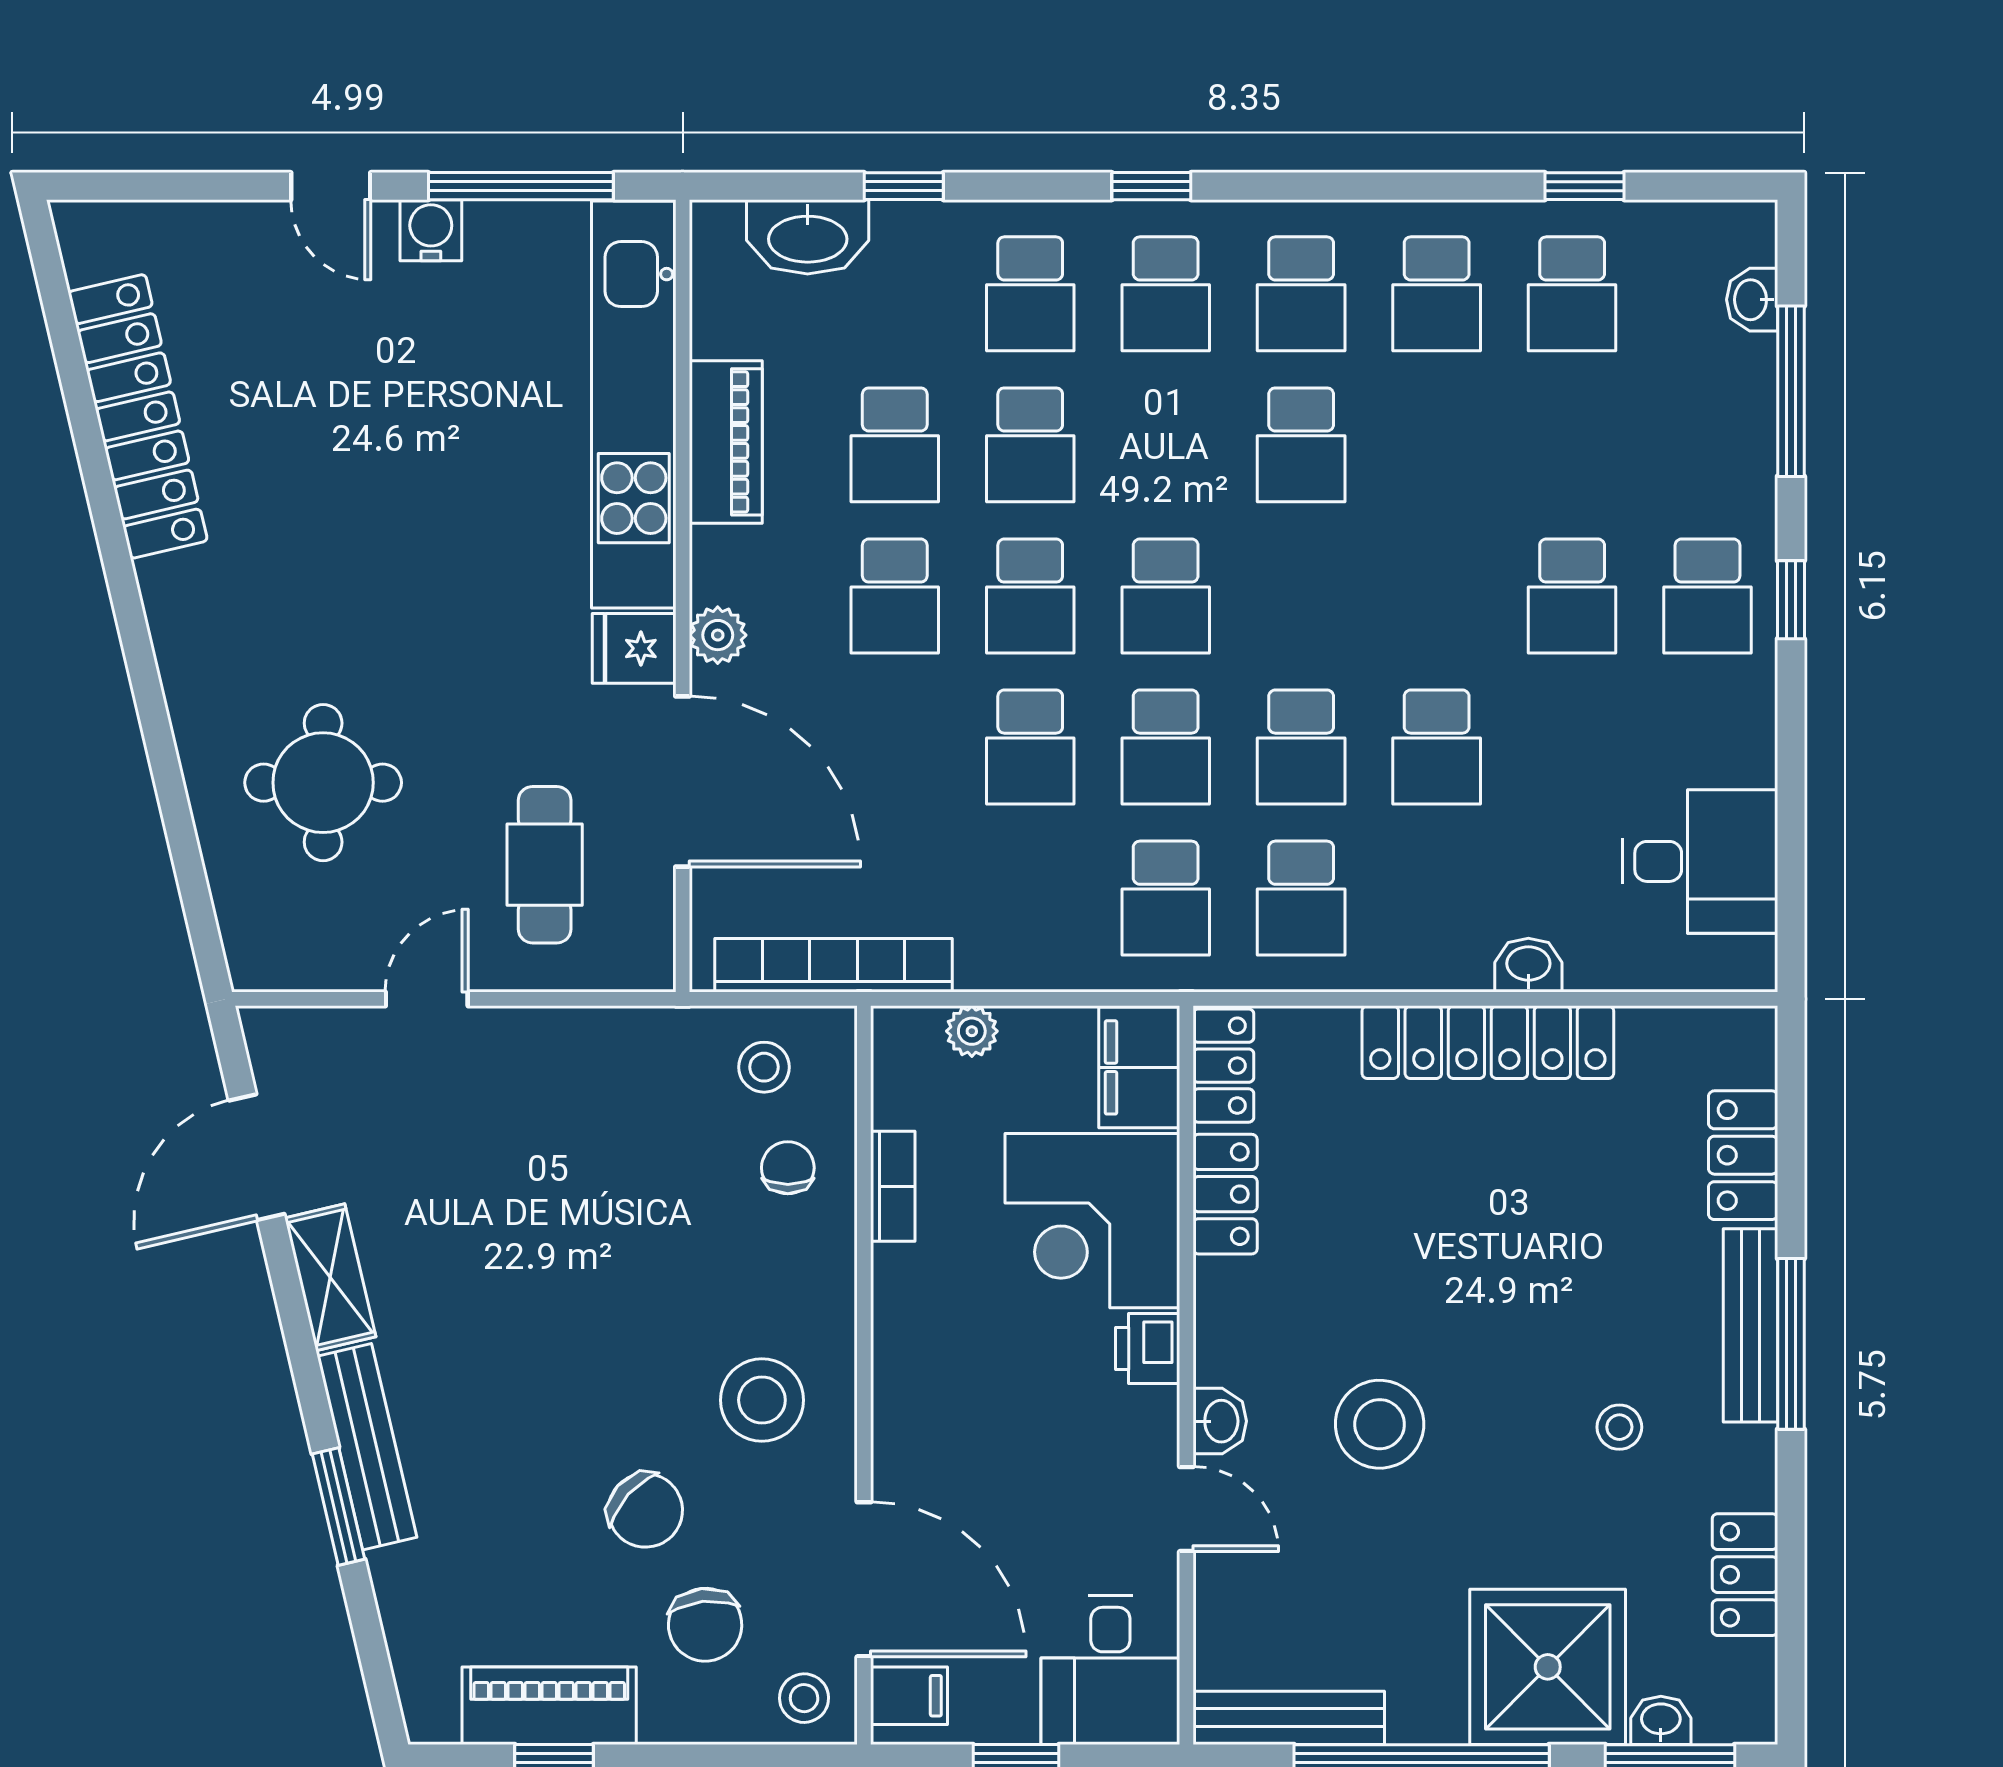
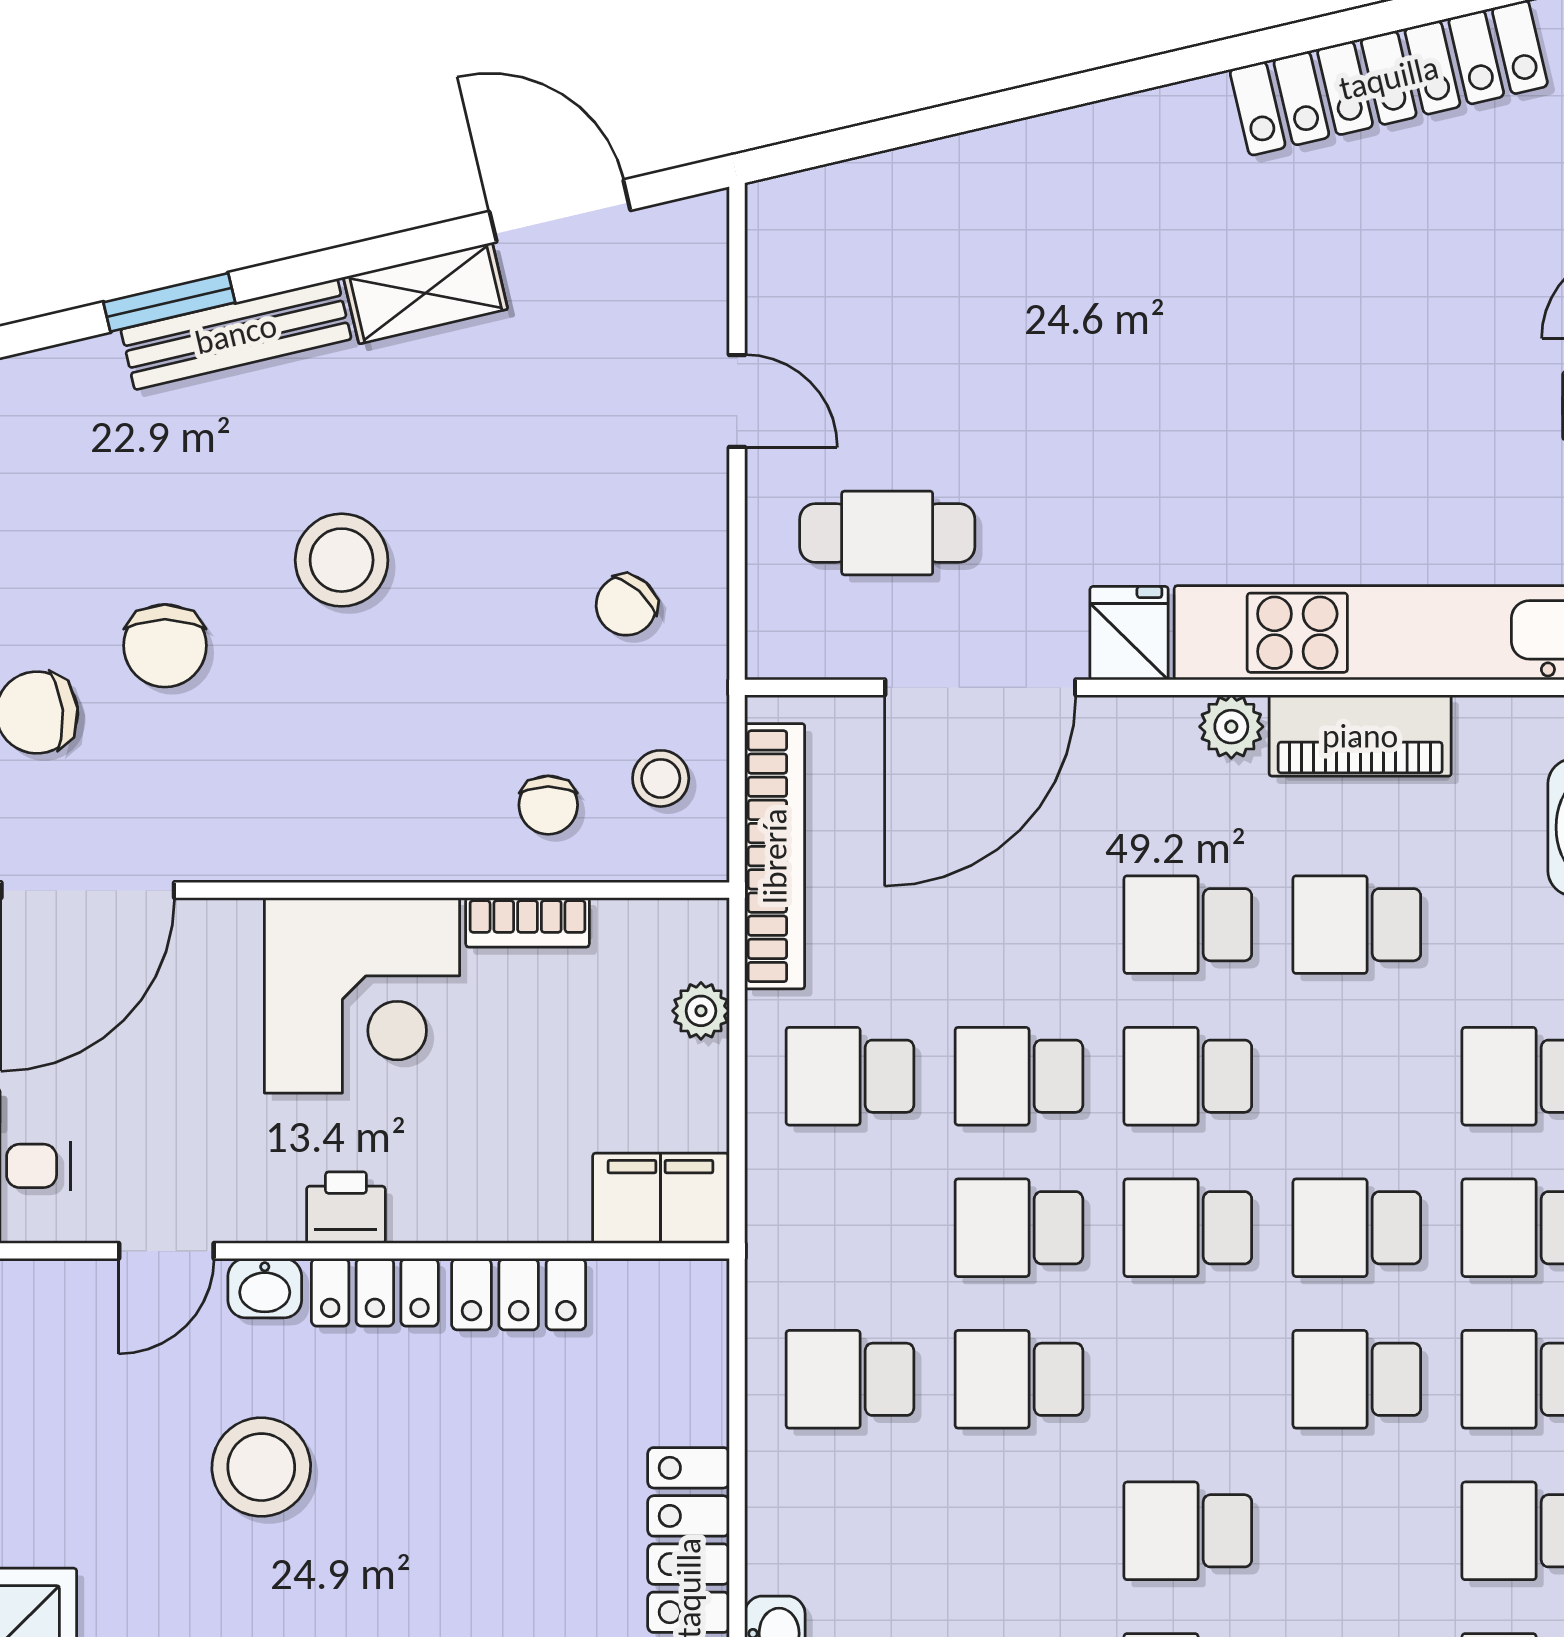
school desk: (1030, 445) -> (1357, 1228), moved
plant: (718, 635) -> (1231, 727), moved
school desk: (1437, 747) -> (1188, 1531), moved
round table: (323, 783) -> (979, 285), removed
school desk: (1166, 898) -> (850, 1076), moved
locker: (1223, 1066) -> (375, 1292), moved
chair: (609, 1098) -> (626, 605), added
chair: (788, 1168) -> (548, 805), turned 90
corner desk: (1092, 1221) -> (362, 995), moved, turned 180
stool: (762, 1400) -> (342, 560), moved
chair: (645, 1510) -> (165, 646), turned -42

